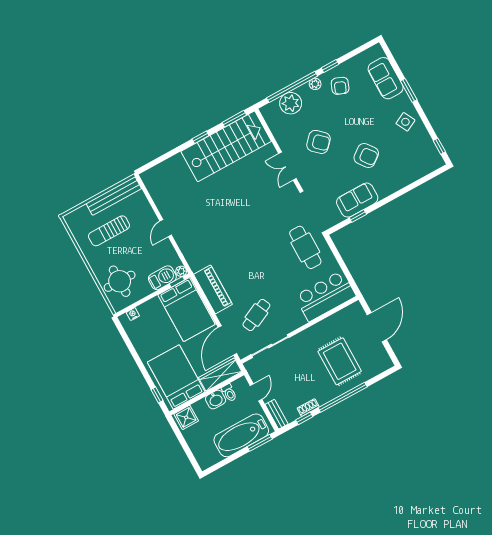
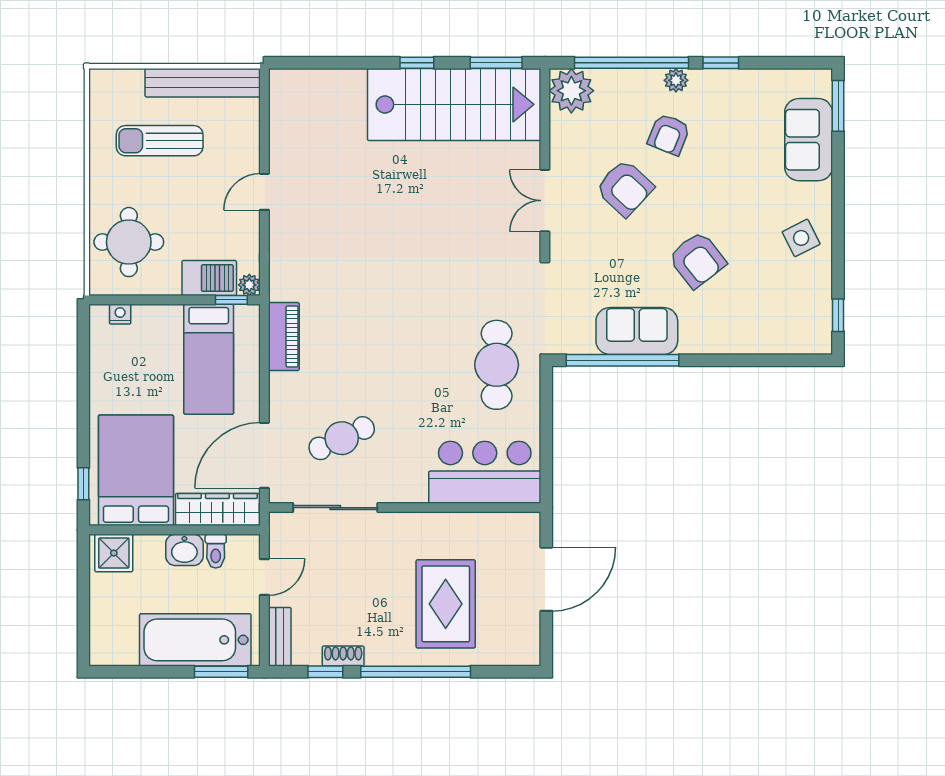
armchair: (340, 86) -> (669, 134), moved
window: (409, 90) -> (838, 106), moved
plant: (291, 103) -> (571, 91), moved
window: (358, 216) -> (622, 360), width x3.17
piano: (213, 289) -> (284, 336), width x0.73, depth x0.75
bed: (186, 310) -> (209, 359), width x0.67

